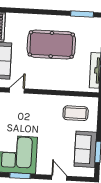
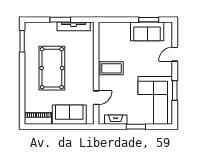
door: (17, 91) -> (96, 98), swing flipped
coffee table: (76, 113) -> (112, 68), moved, turned 90

